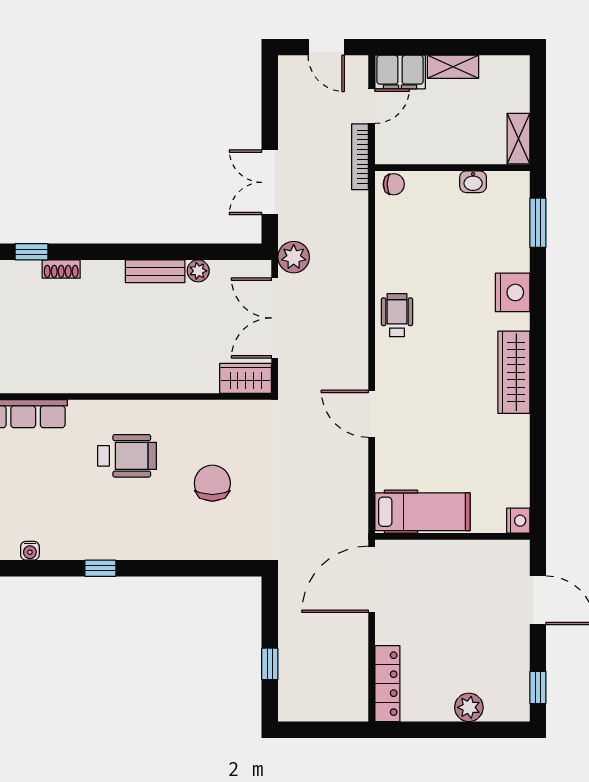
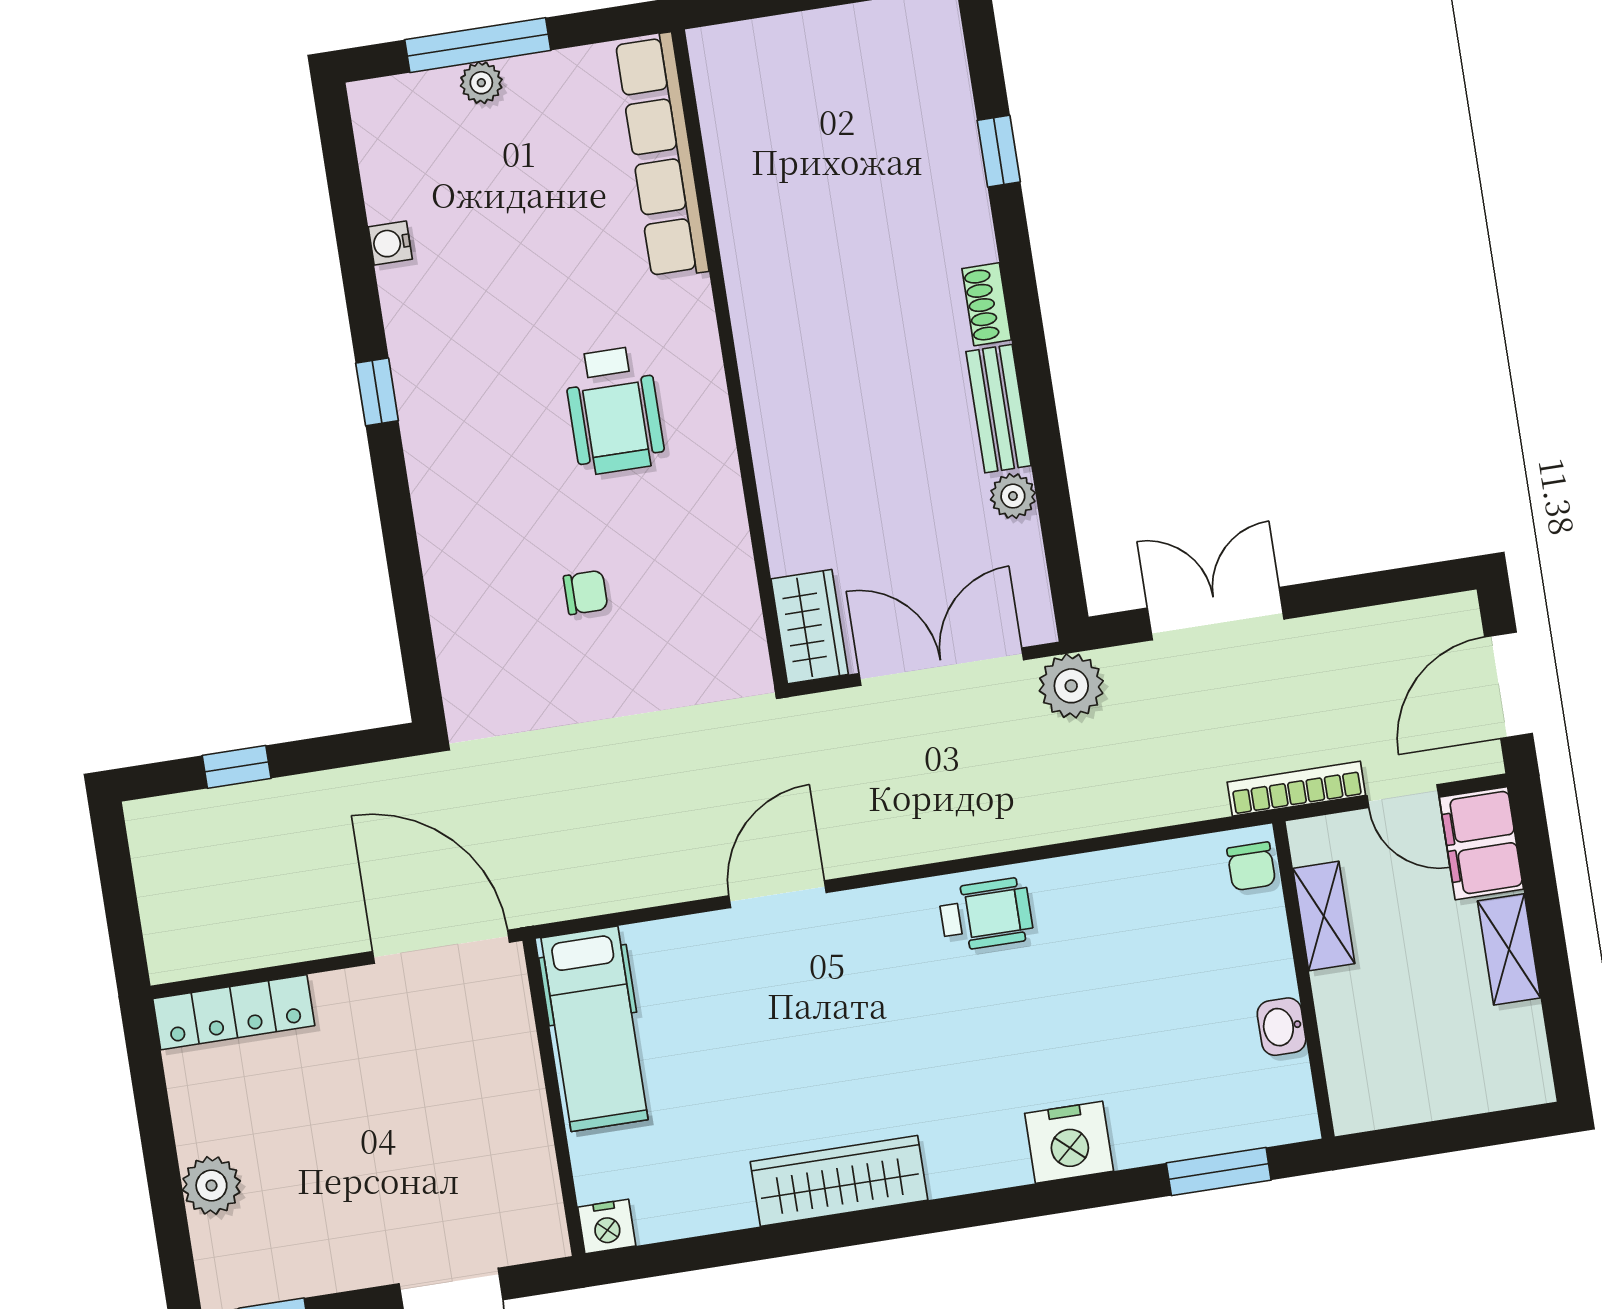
door: (326, 47) -> (1508, 685), width x1.37
shelving: (518, 139) -> (1324, 916), moved, turned 90
shoe rack: (61, 269) -> (987, 304), moved
wardrobe: (514, 372) -> (839, 1181), moved
chair: (212, 483) -> (586, 592), width x0.54, depth x0.54

